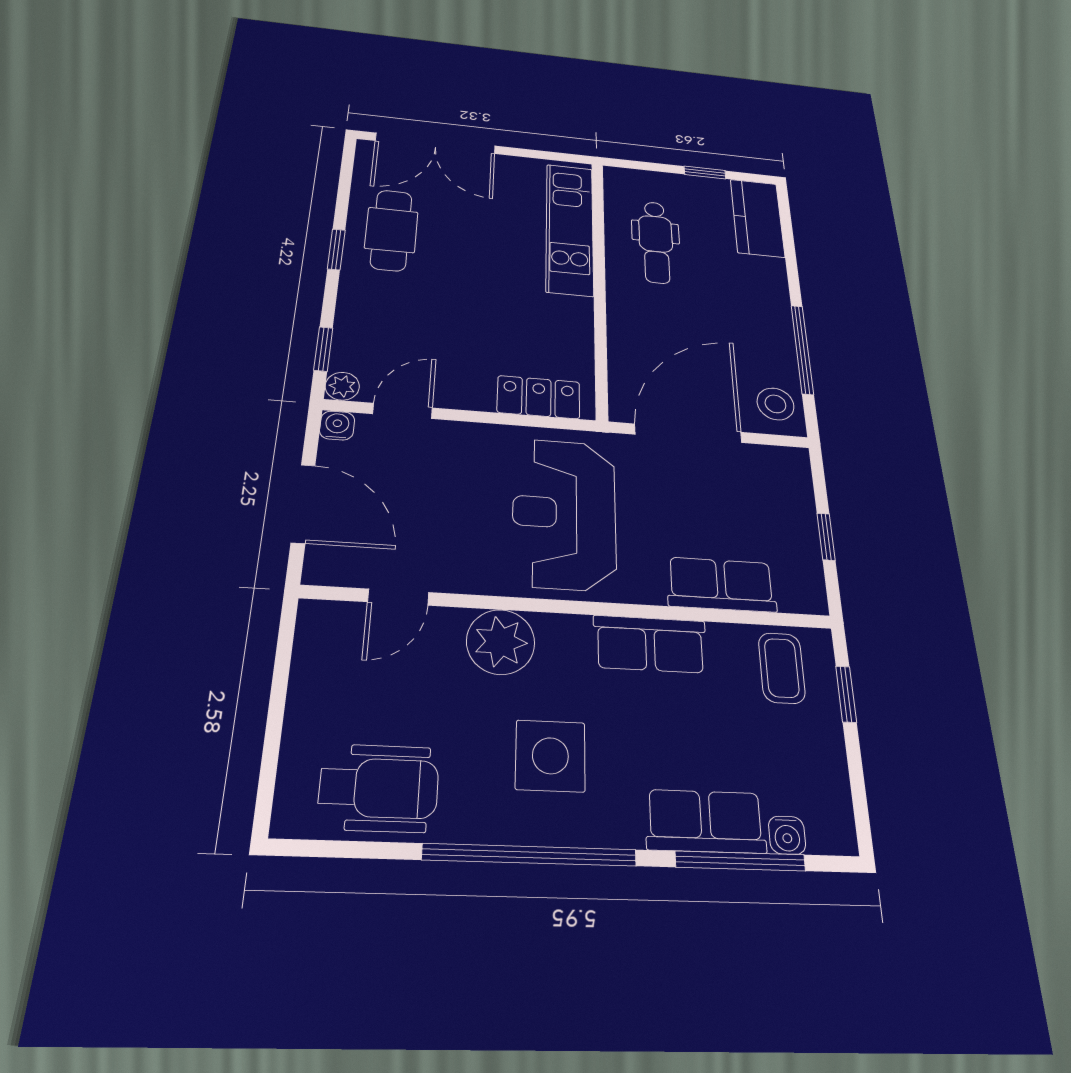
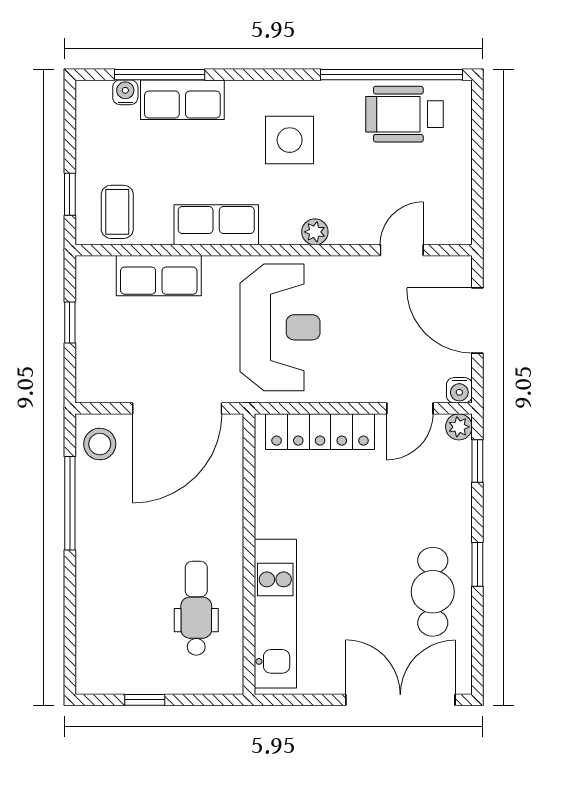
kitchen counter: (757, 218) -> (98, 650), removed
locker: (539, 397) -> (320, 432), width x1.53
plant: (501, 642) -> (315, 232), width x0.53, depth x0.53
window: (530, 855) -> (391, 75), moved

